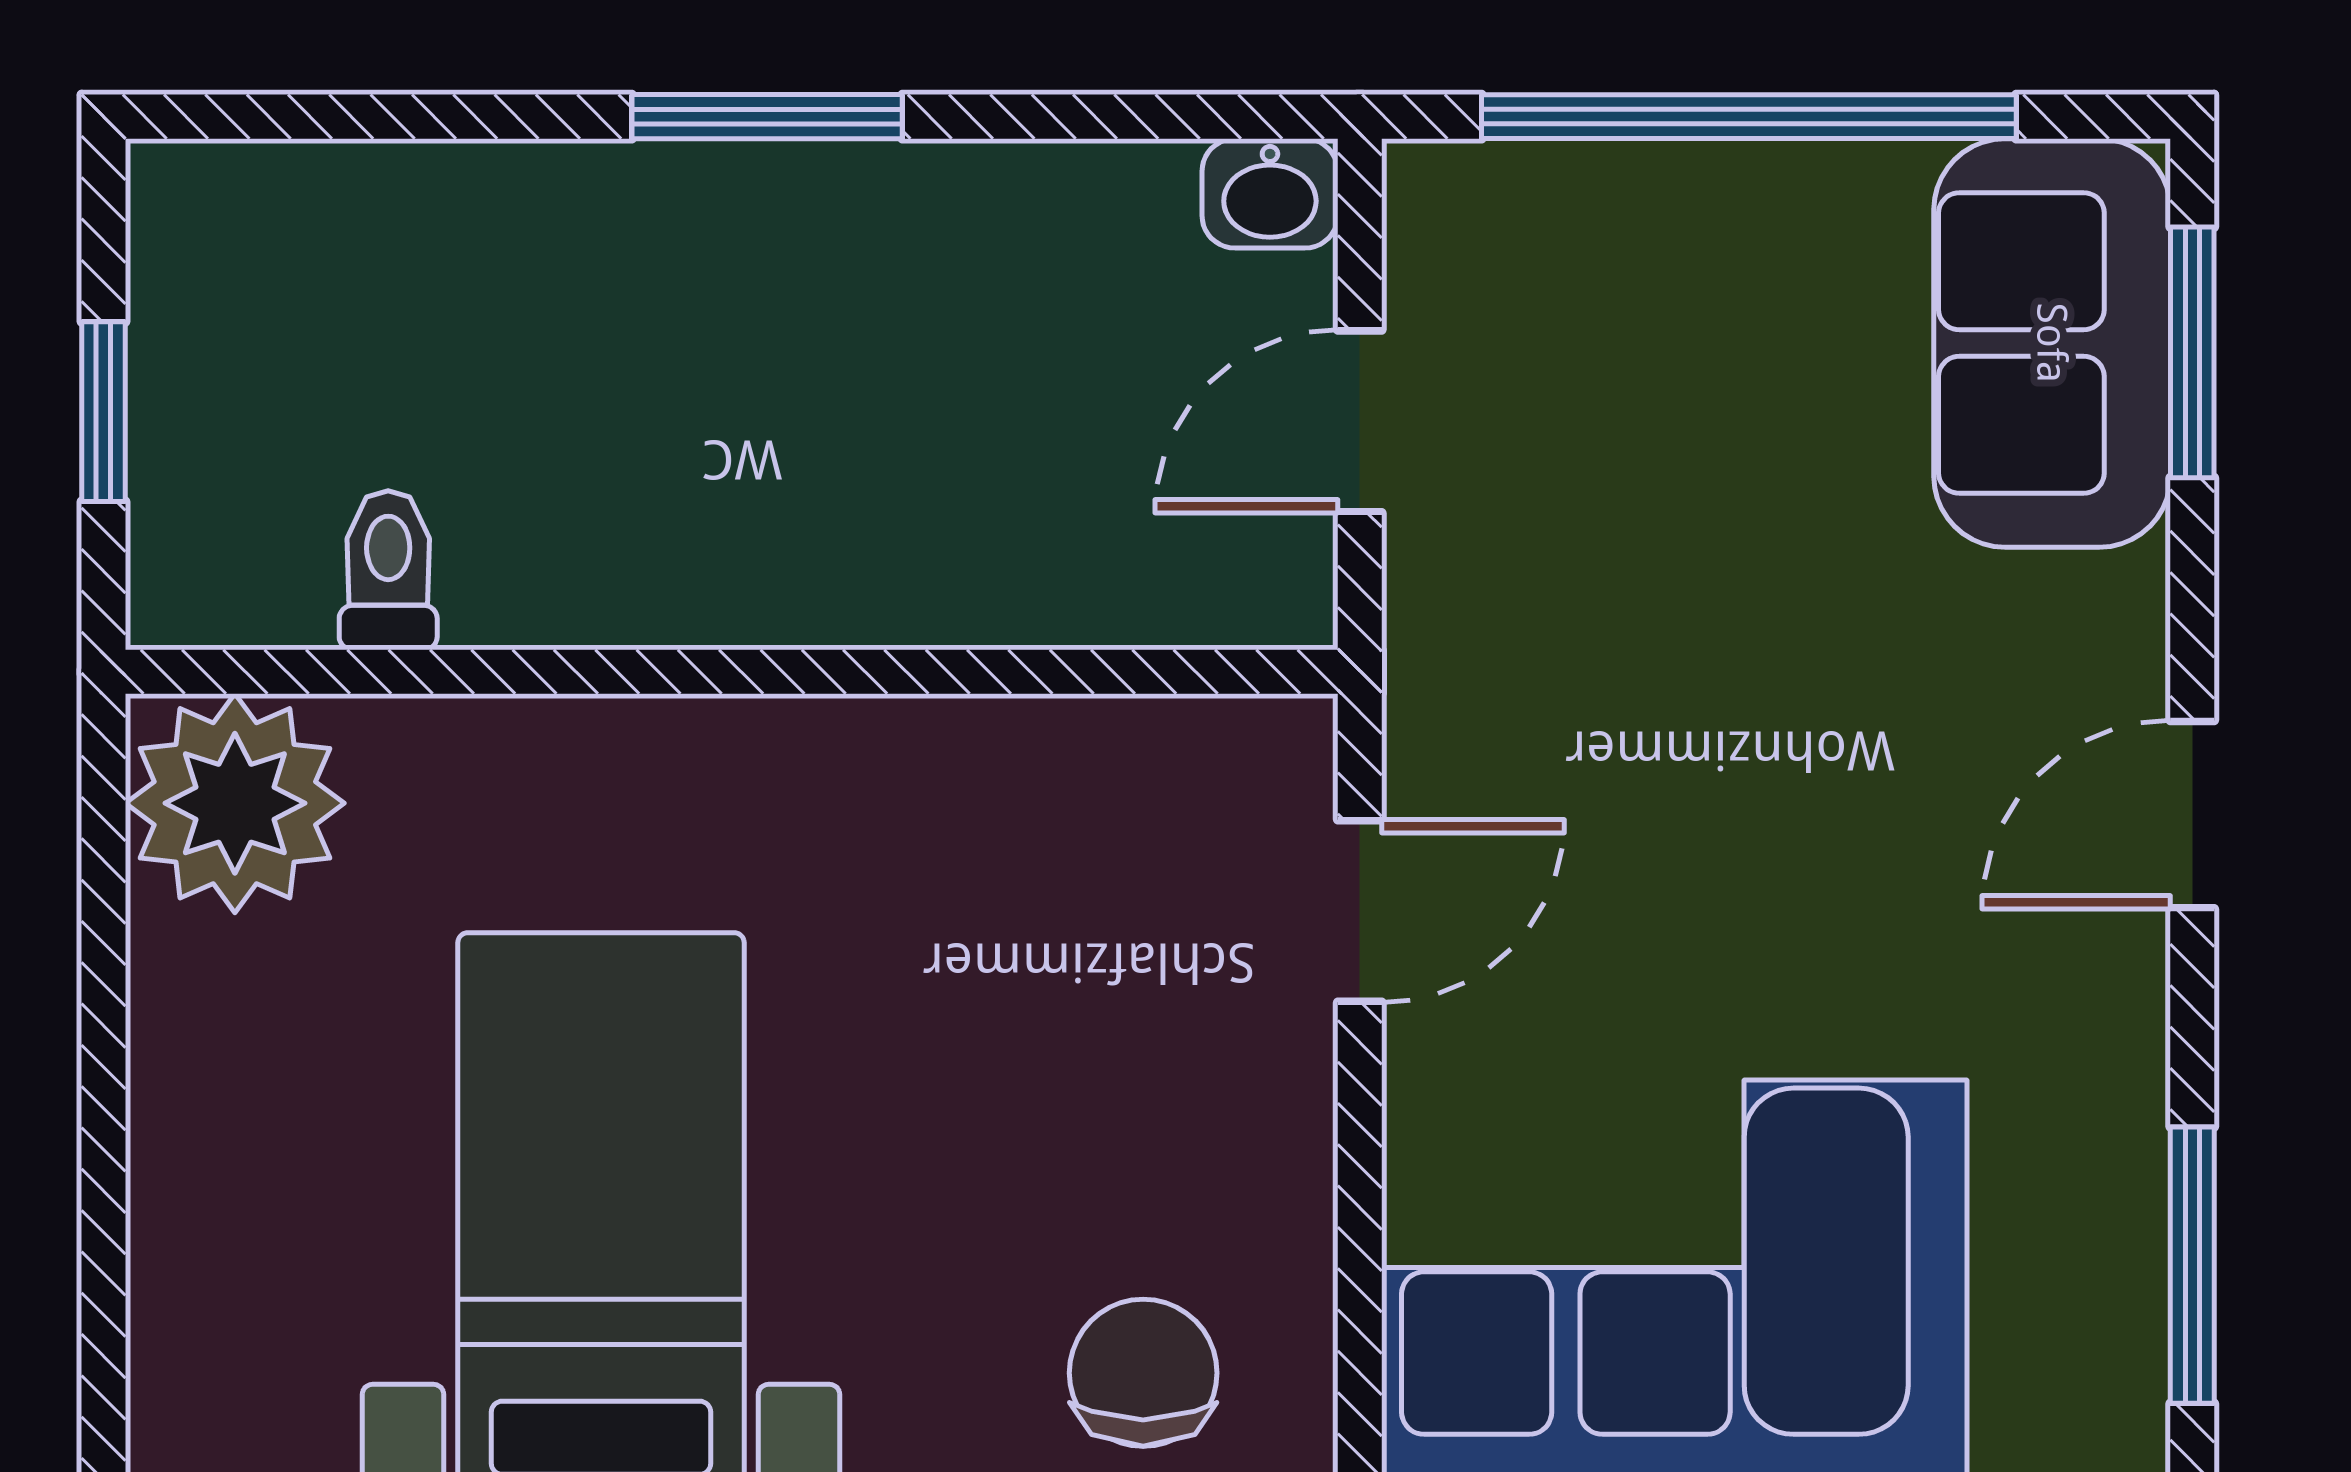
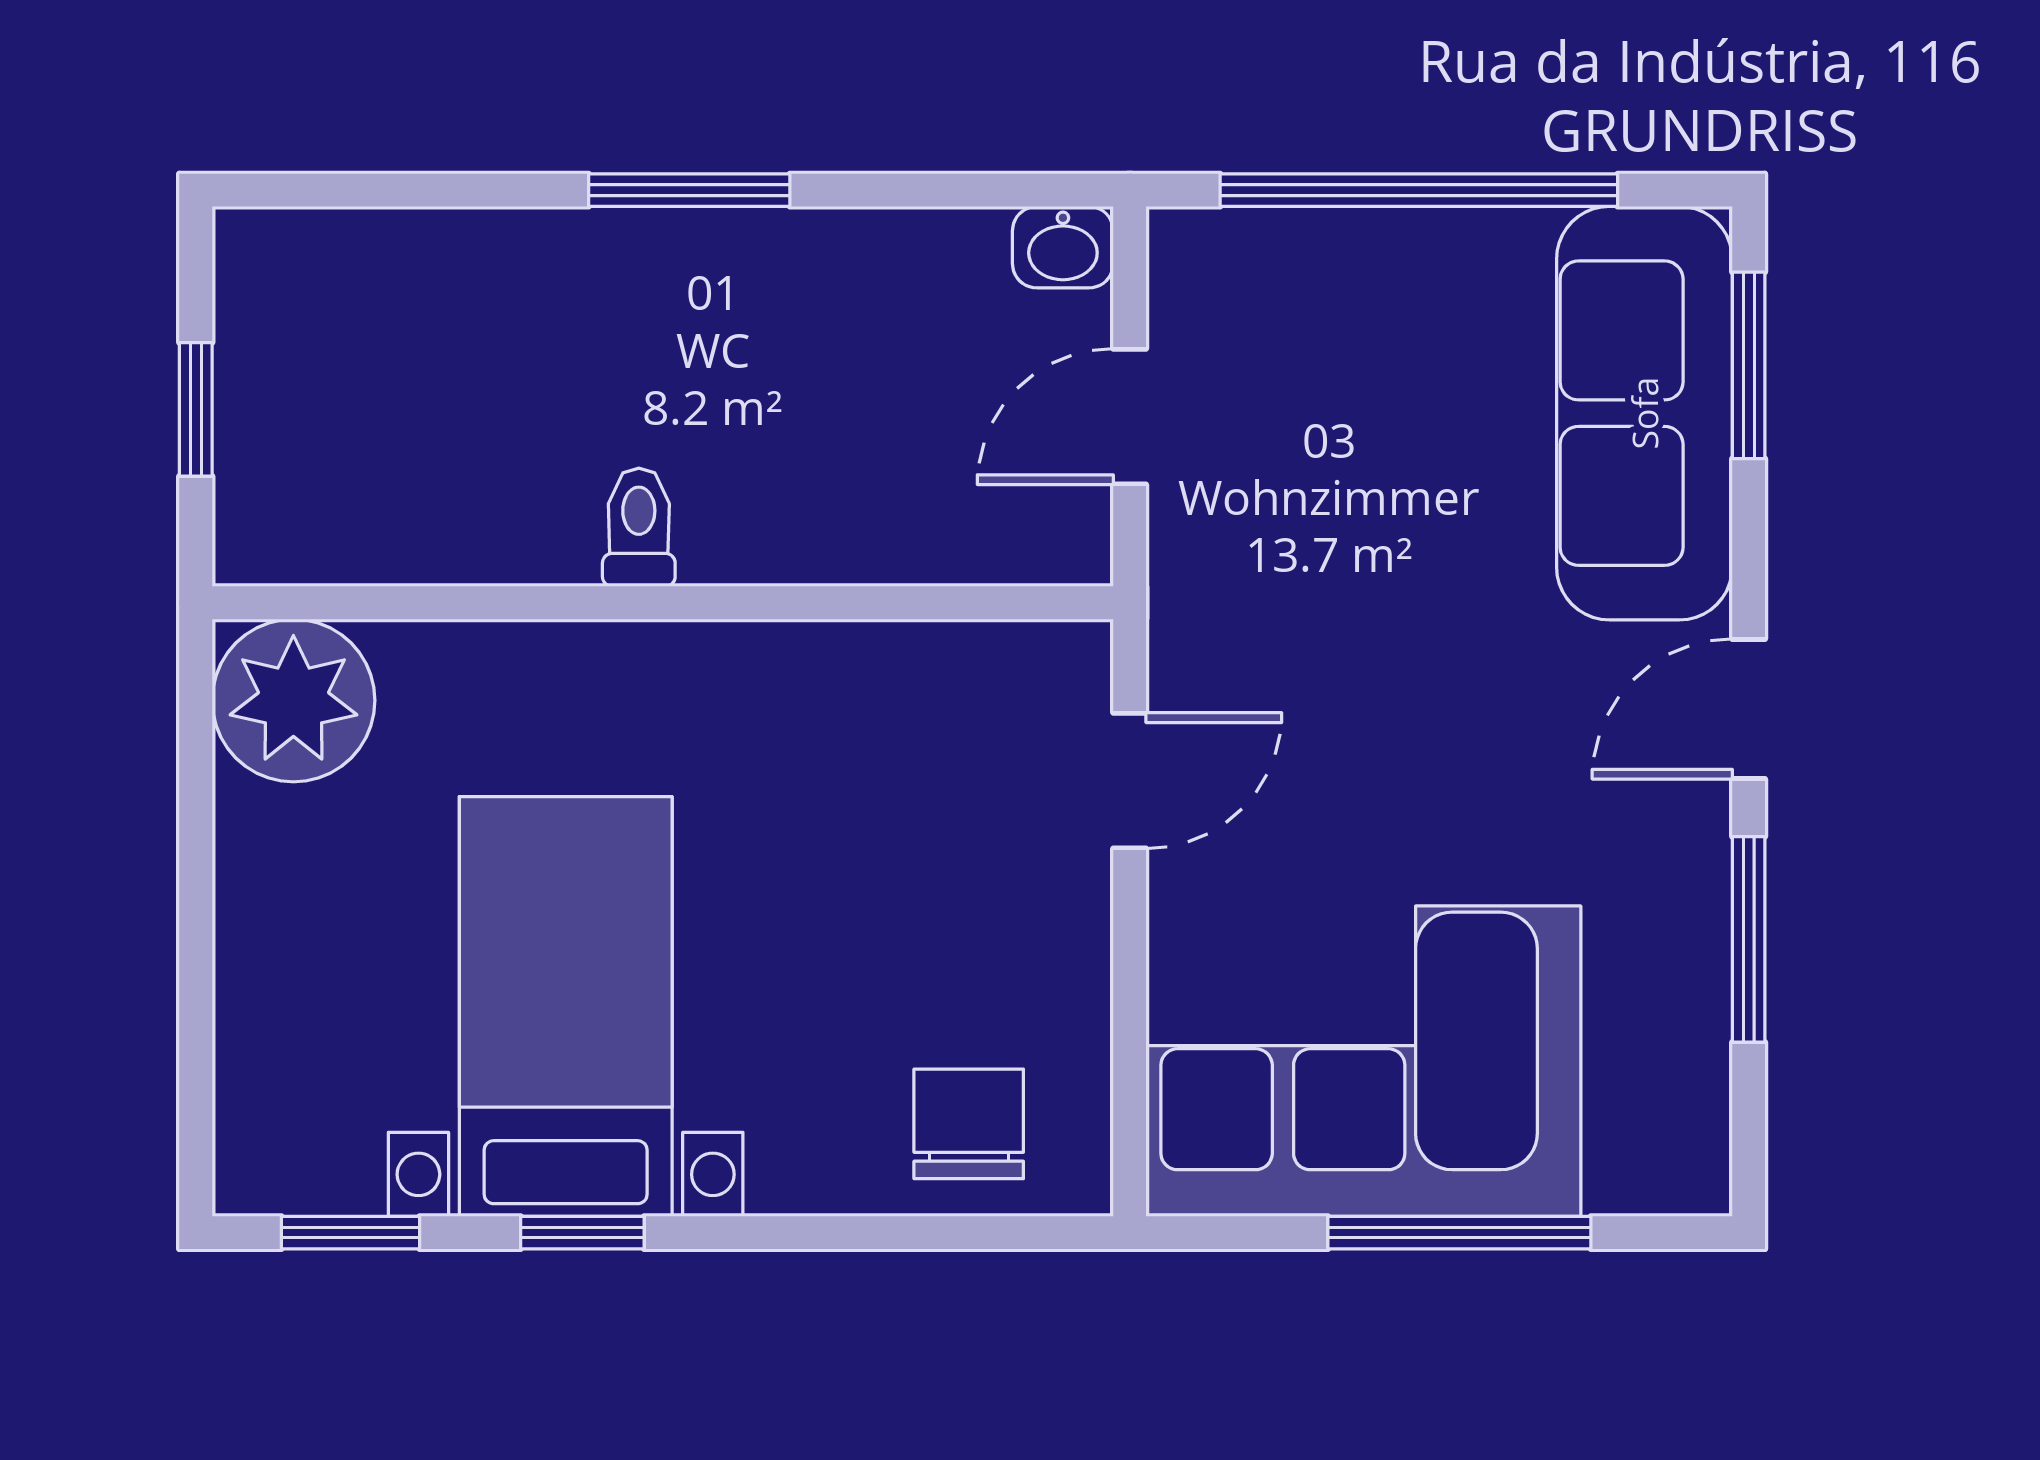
sofa: (2052, 343) -> (1644, 413), width x1.36
toilet: (388, 570) -> (639, 527), moved
window: (2192, 1265) -> (1749, 939), moved

